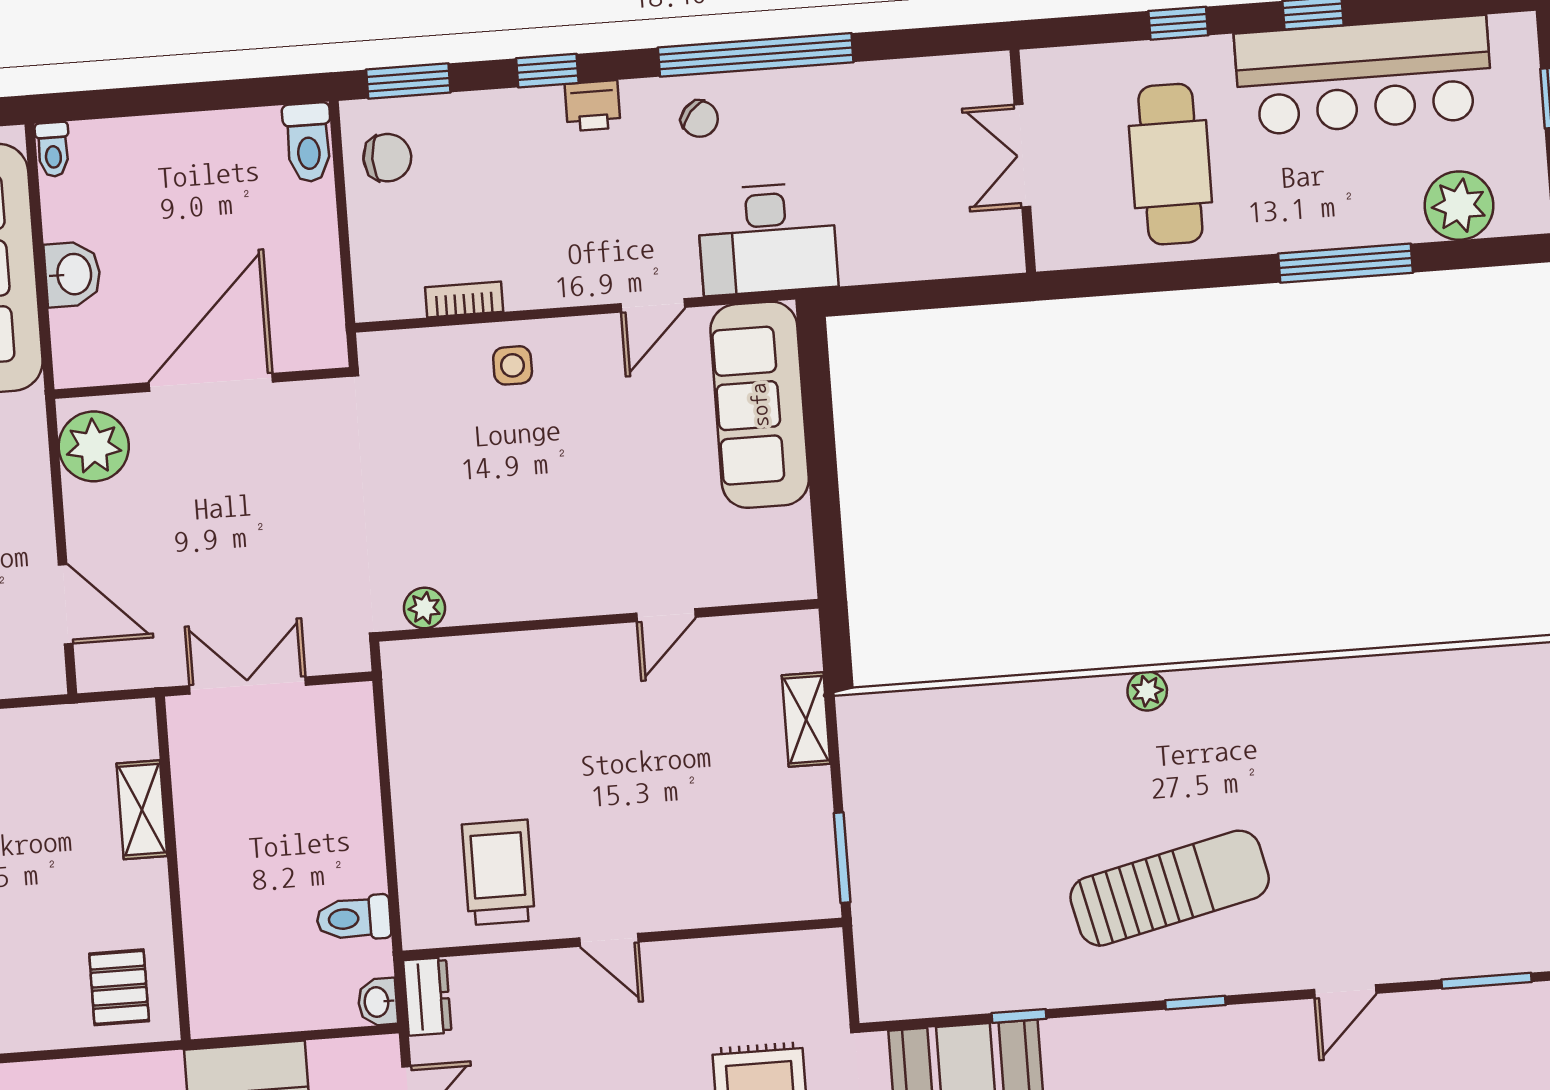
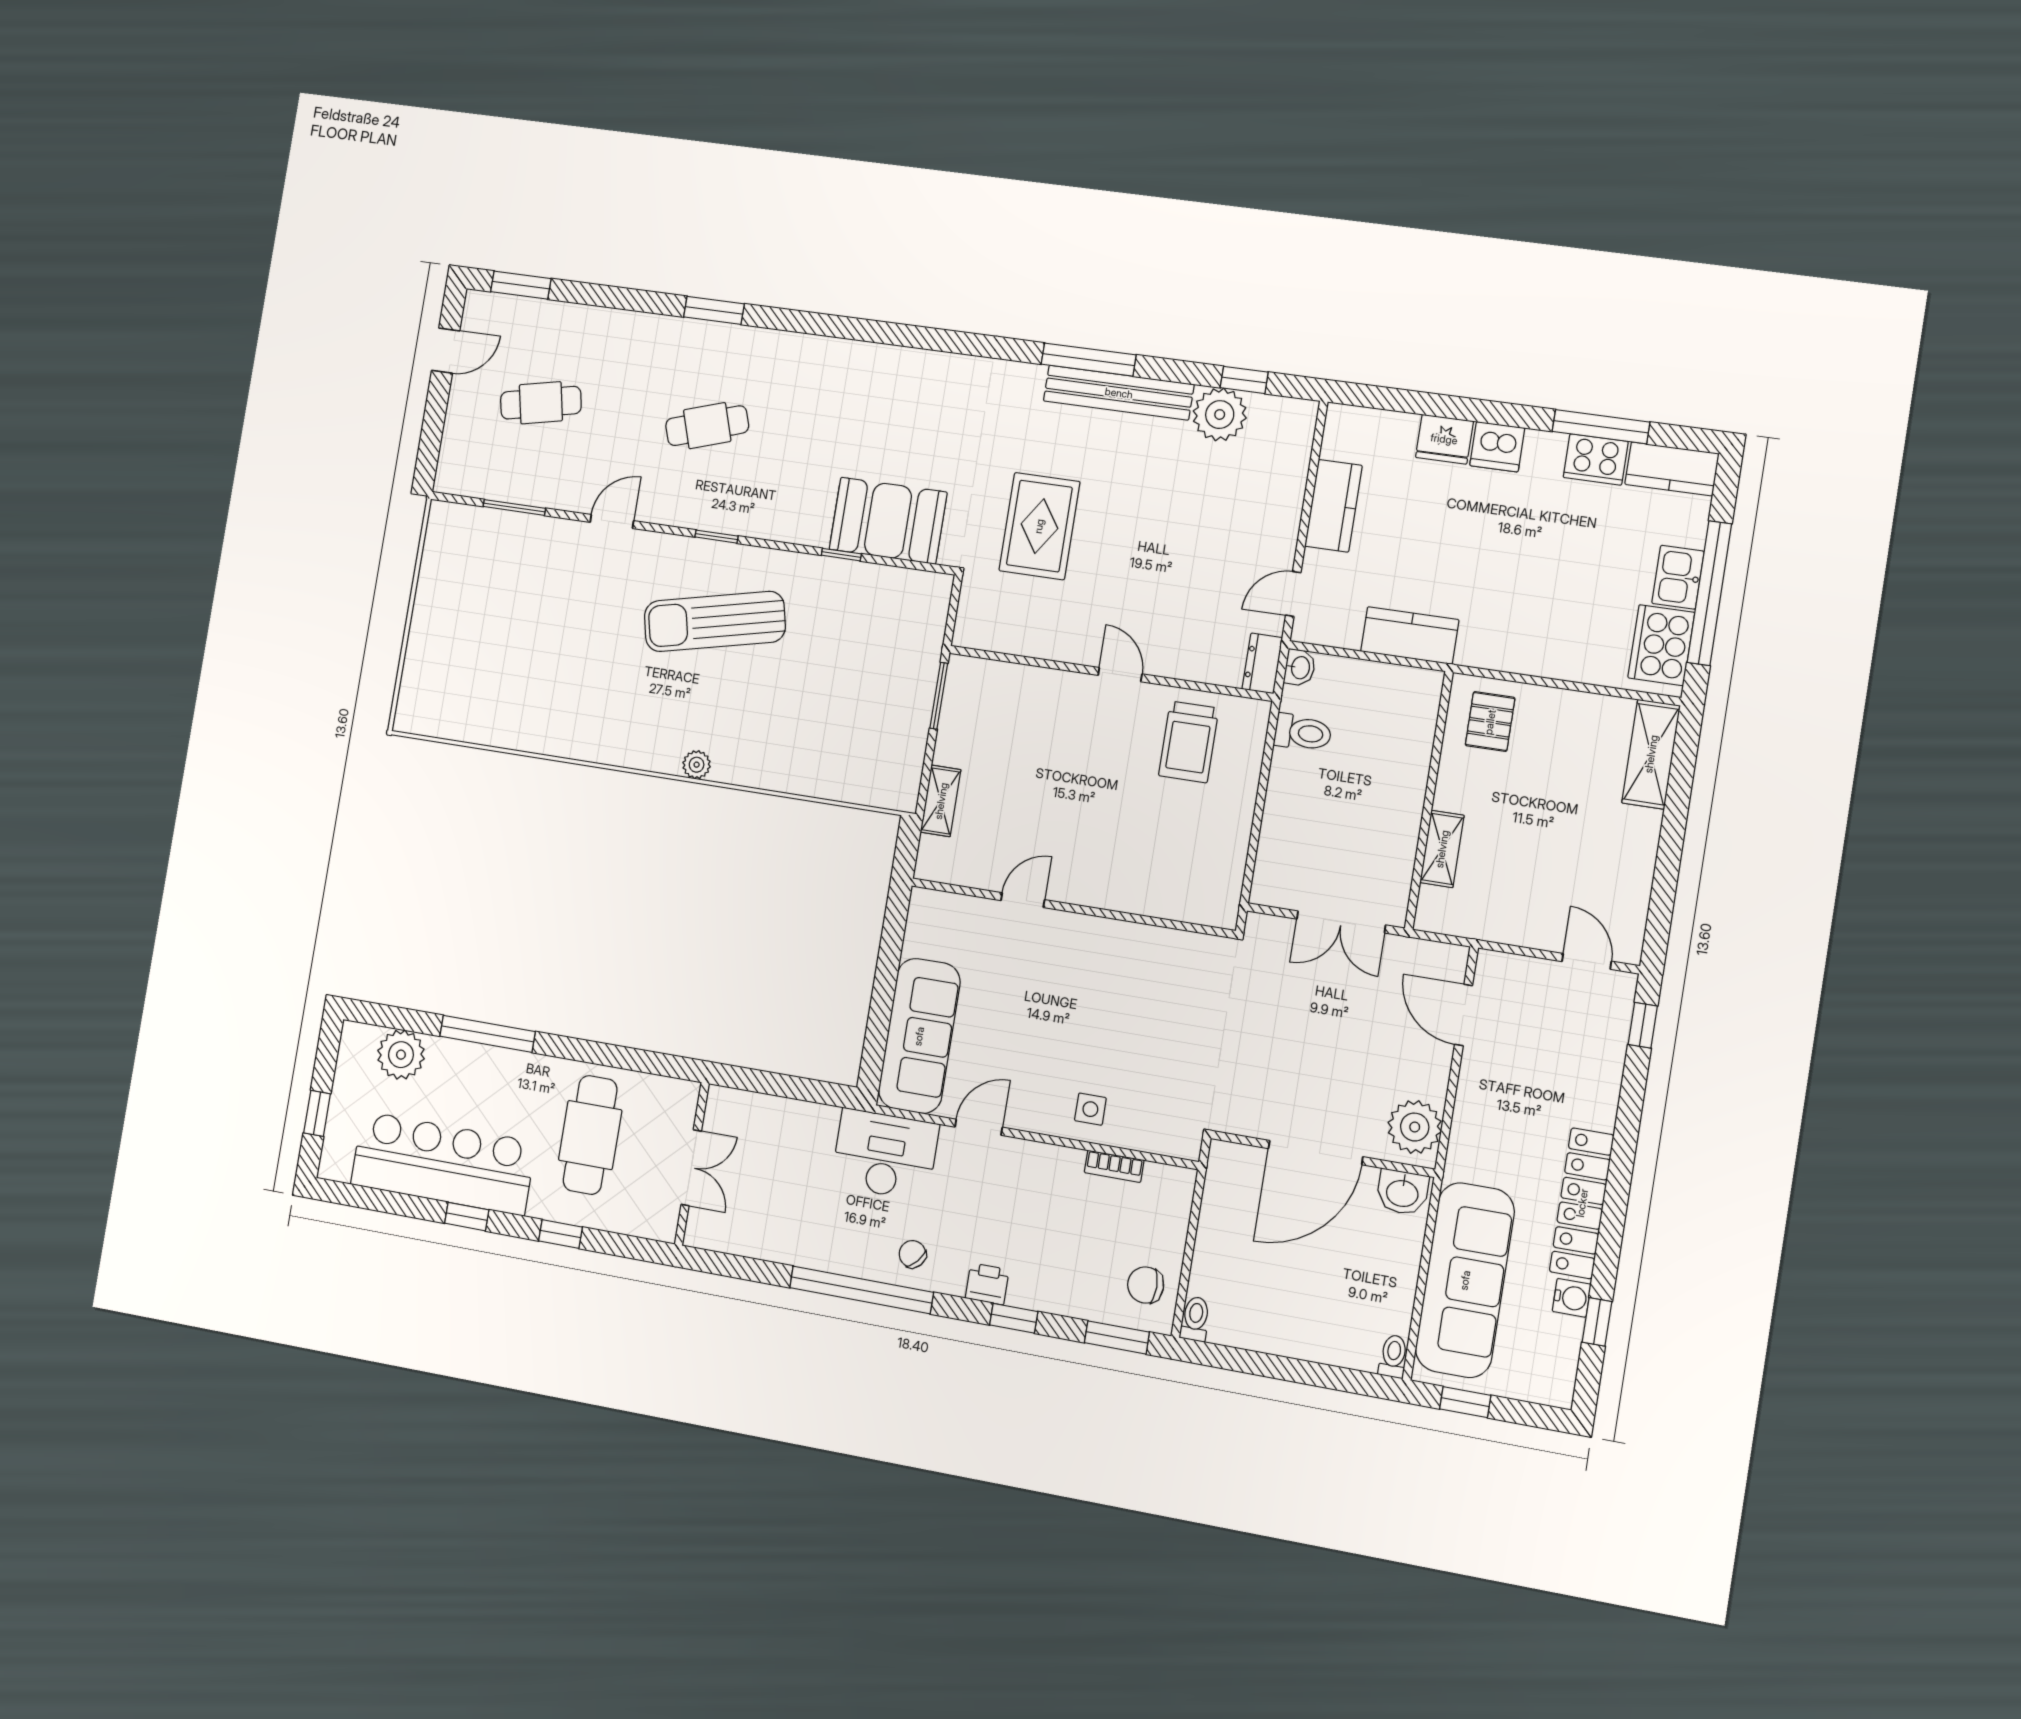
toilet: (308, 142) -> (1195, 1319), width x0.73, depth x0.72
washbasin: (73, 274) -> (1402, 1192), moved, turned -90
plant: (425, 608) -> (1197, 948), removed

